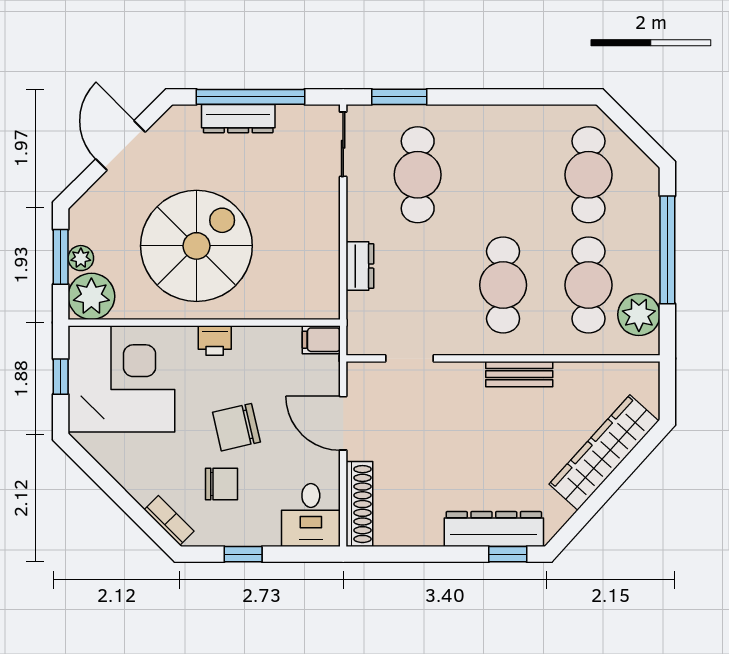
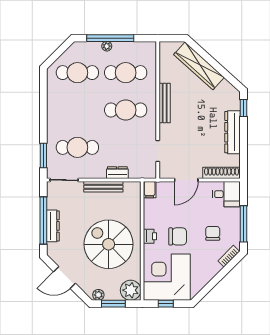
bench: (328, 234) -> (103, 187), added
plant: (81, 258) -> (98, 295), moved
plant: (639, 315) -> (107, 46), moved, width x0.53, depth x0.53
bench: (519, 374) -> (165, 103), width x1.36
chair: (236, 427) -> (178, 236), moved, turned -77
dresser: (494, 529) -> (233, 132), moved
window: (243, 554) -> (244, 224), width x2.17

